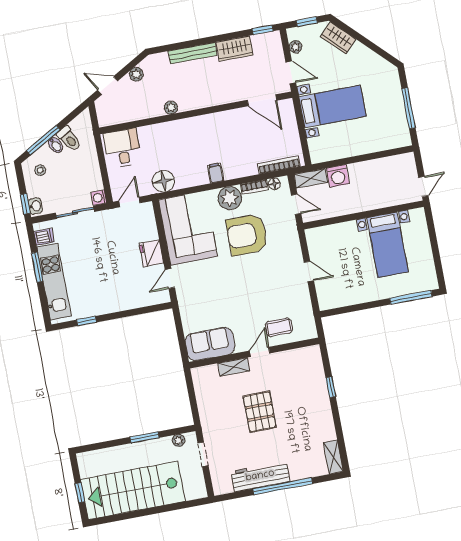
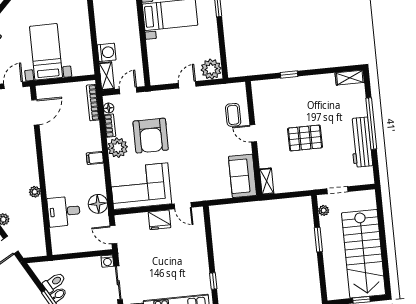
desk: (123, 148) -> (64, 211), moved
plant: (329, 297) -> (211, 69), added
shelving: (234, 367) -> (267, 181), moved

